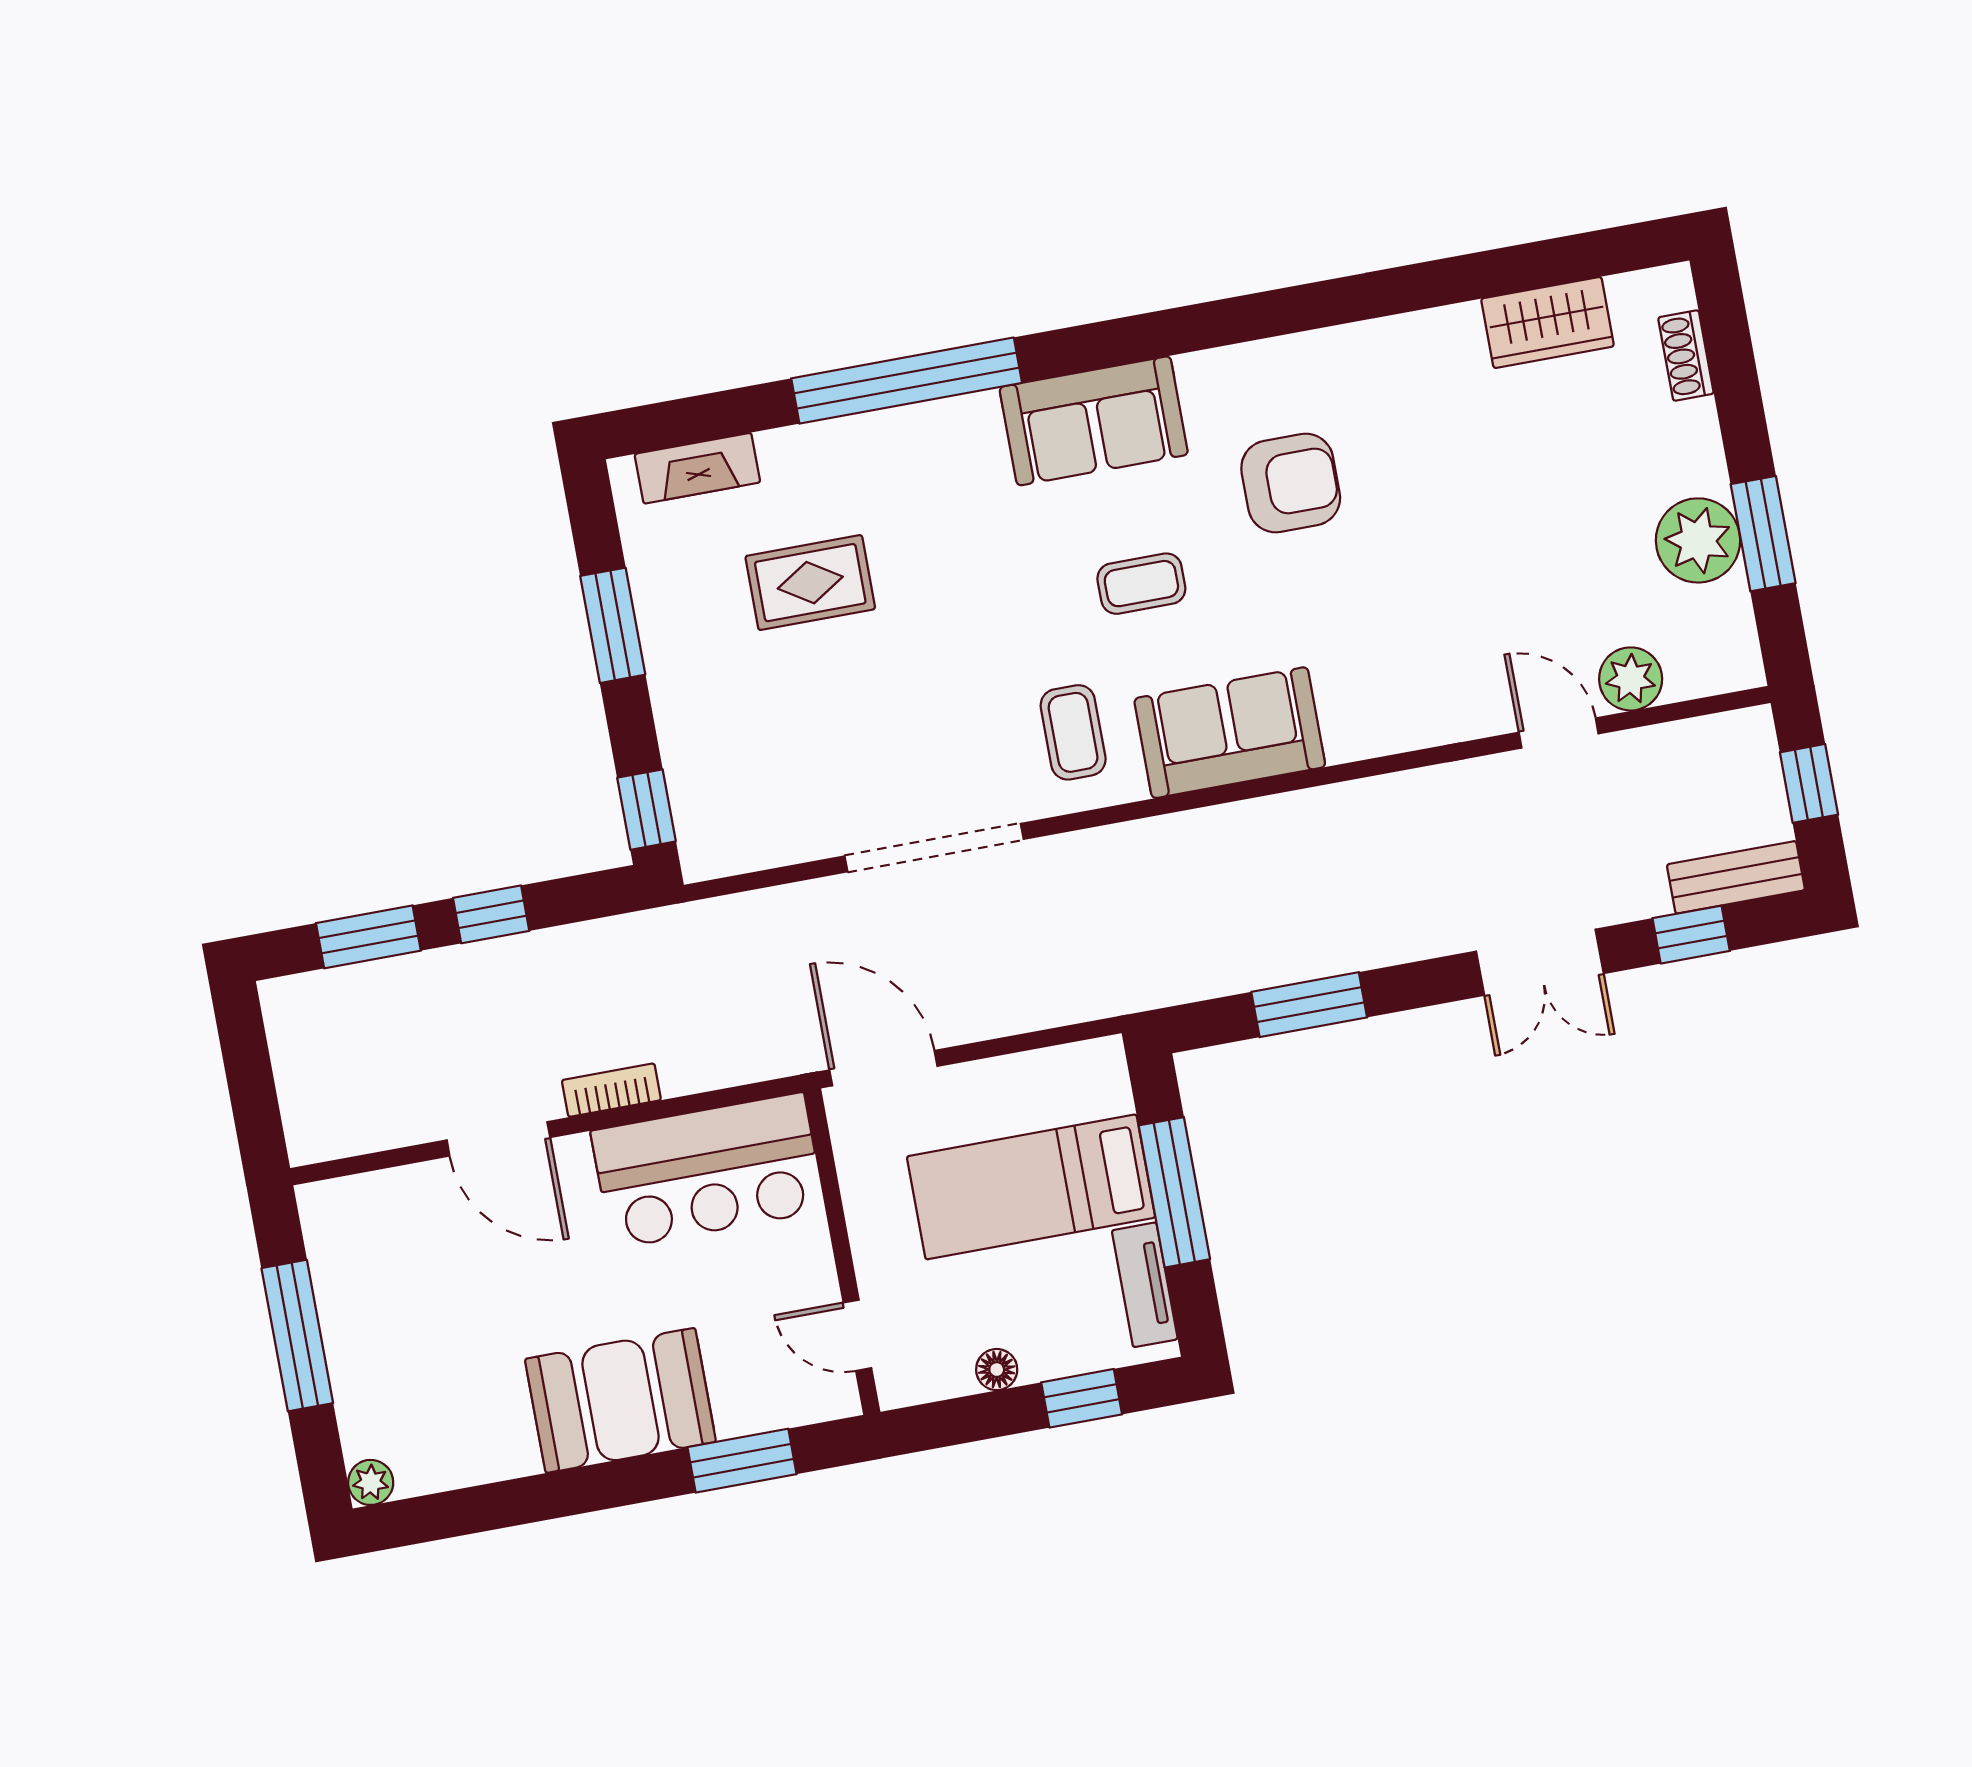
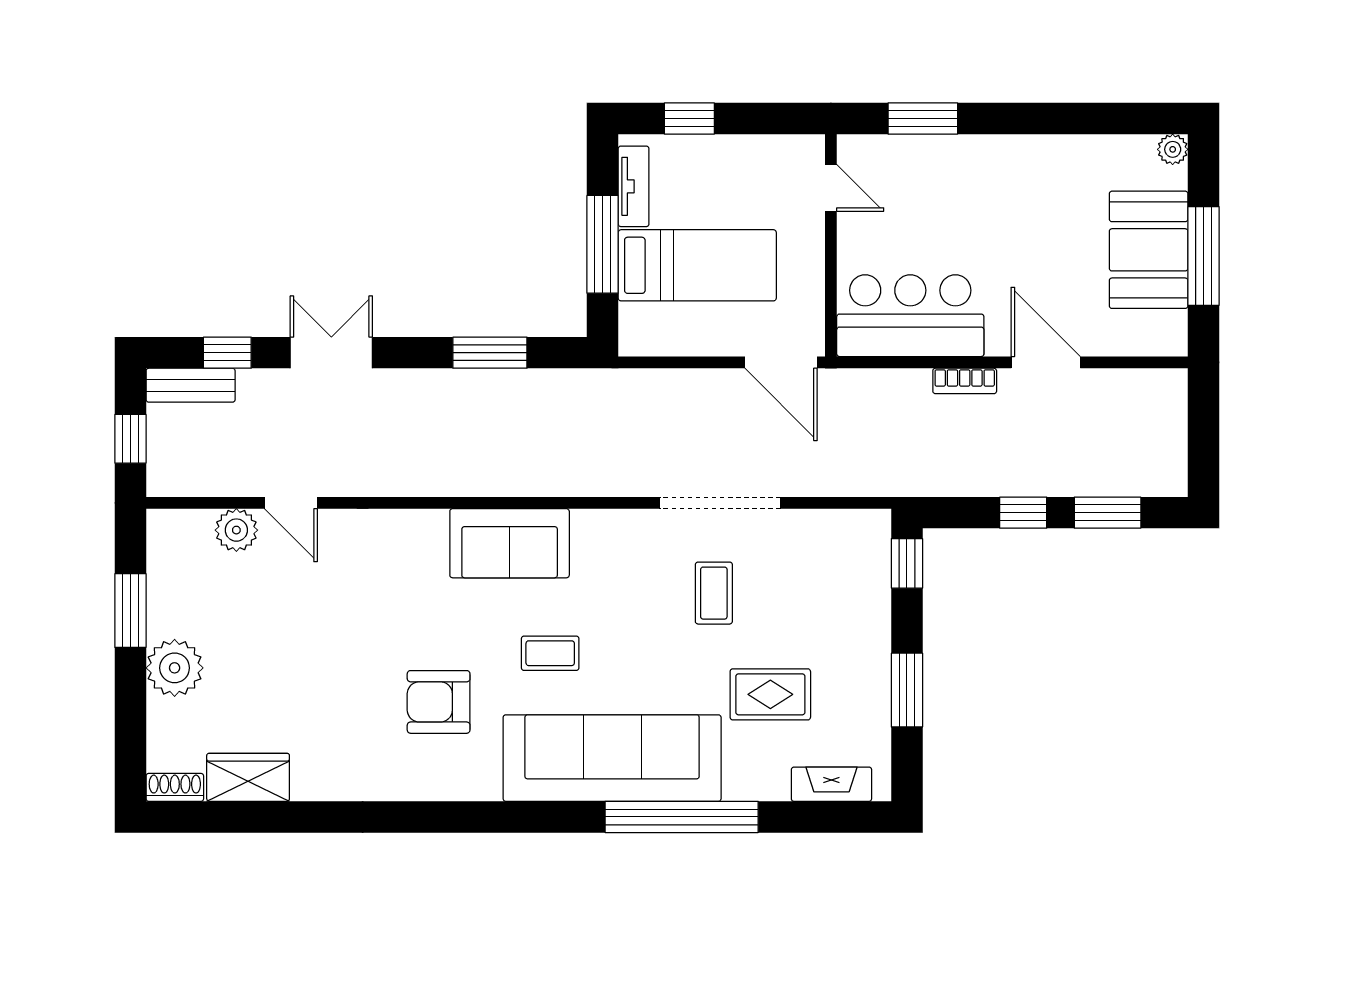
shoe rack: (1686, 355) -> (175, 787), moved, turned -90
sofa: (1094, 421) -> (612, 758), width x1.85, depth x1.27
plant: (1698, 540) -> (175, 668), moved
coffee table: (1073, 732) -> (714, 593), moved
floor lamp: (997, 1370) -> (742, 148), removed
booth: (620, 1400) -> (1149, 250), moved, turned 90

